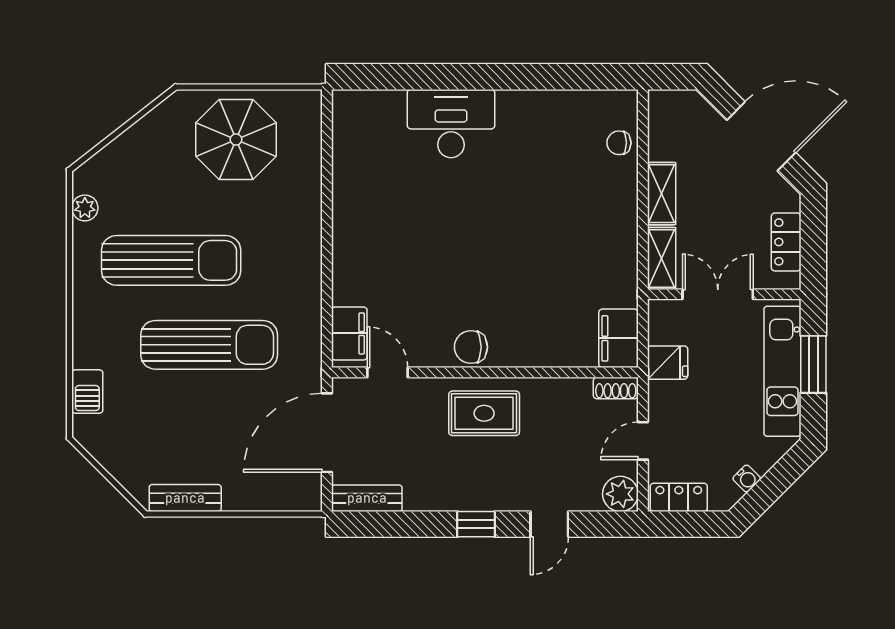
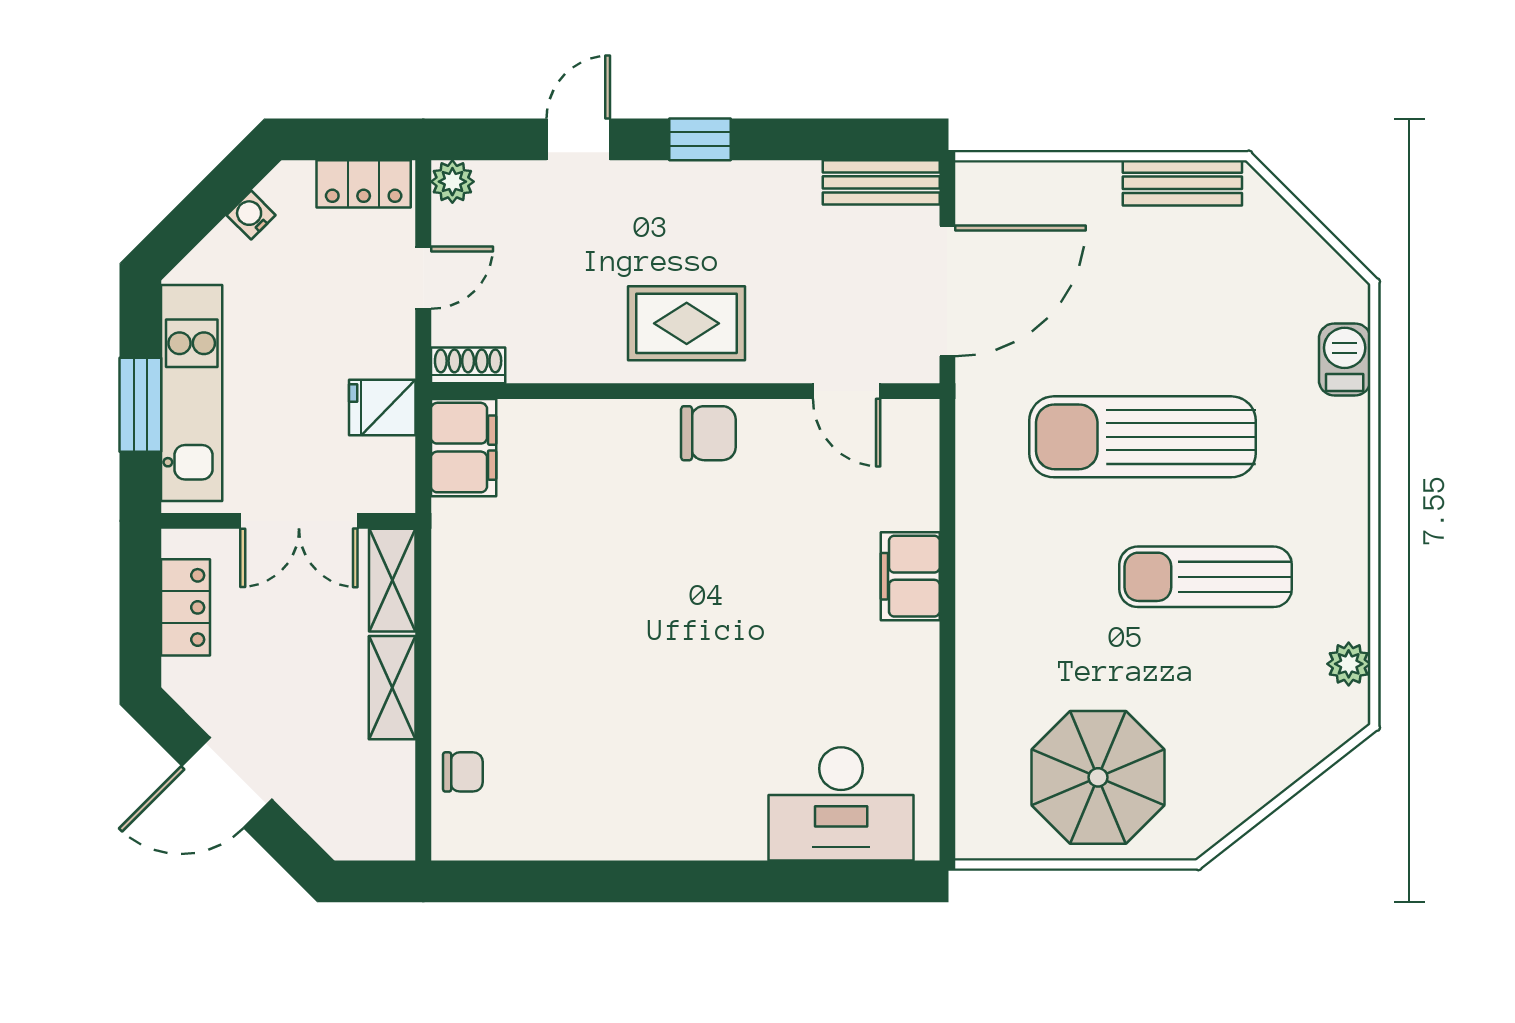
desk: (451, 124) -> (841, 804), moved
door: (761, 136) -> (227, 783), width x0.73
sun lounger: (171, 260) -> (1206, 577), width x0.73, depth x0.75
filing cabinet: (349, 333) -> (910, 576), moved
plant: (620, 494) -> (452, 182), width x0.73, depth x0.73

